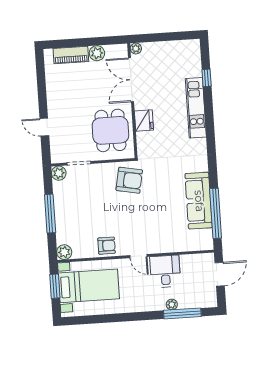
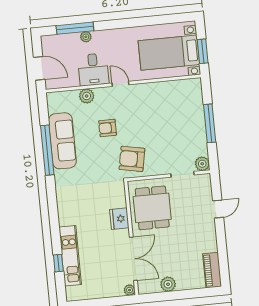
piano: (71, 55) -> (212, 270), moved, turned -90
kitchen unit: (196, 108) -> (70, 256), moved
door: (44, 127) -> (218, 209), hinge flipped
window: (216, 213) -> (47, 150), moved
armchair: (107, 246) -> (108, 128), moved
plant: (64, 252) -> (87, 96), moved
door: (220, 274) -> (39, 68), swing flipped

